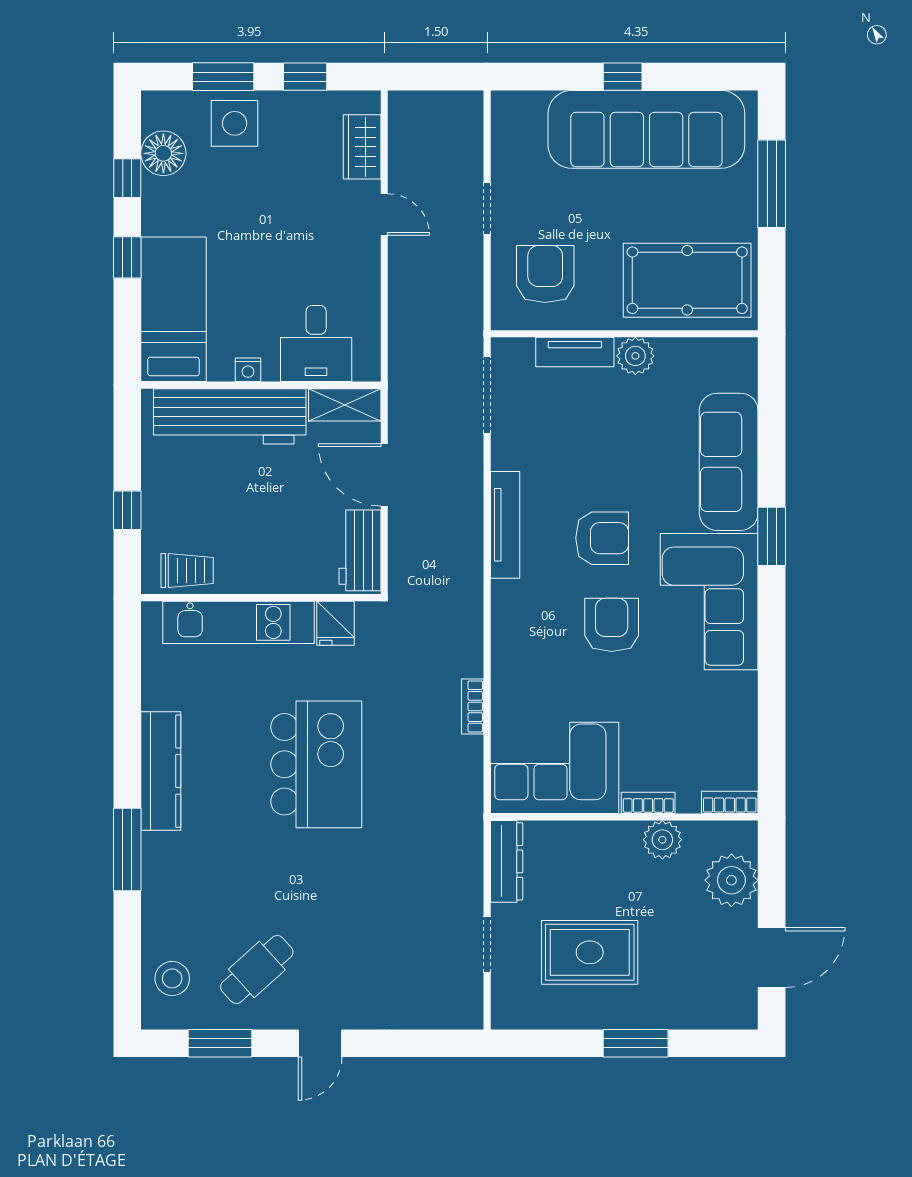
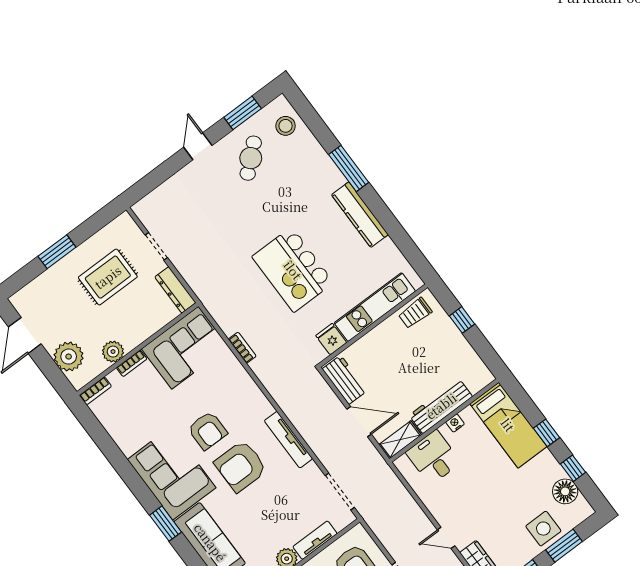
workbench: (230, 416) -> (441, 406), width x0.73, depth x0.76
armchair: (602, 538) -> (241, 466), width x1.36, depth x1.36

